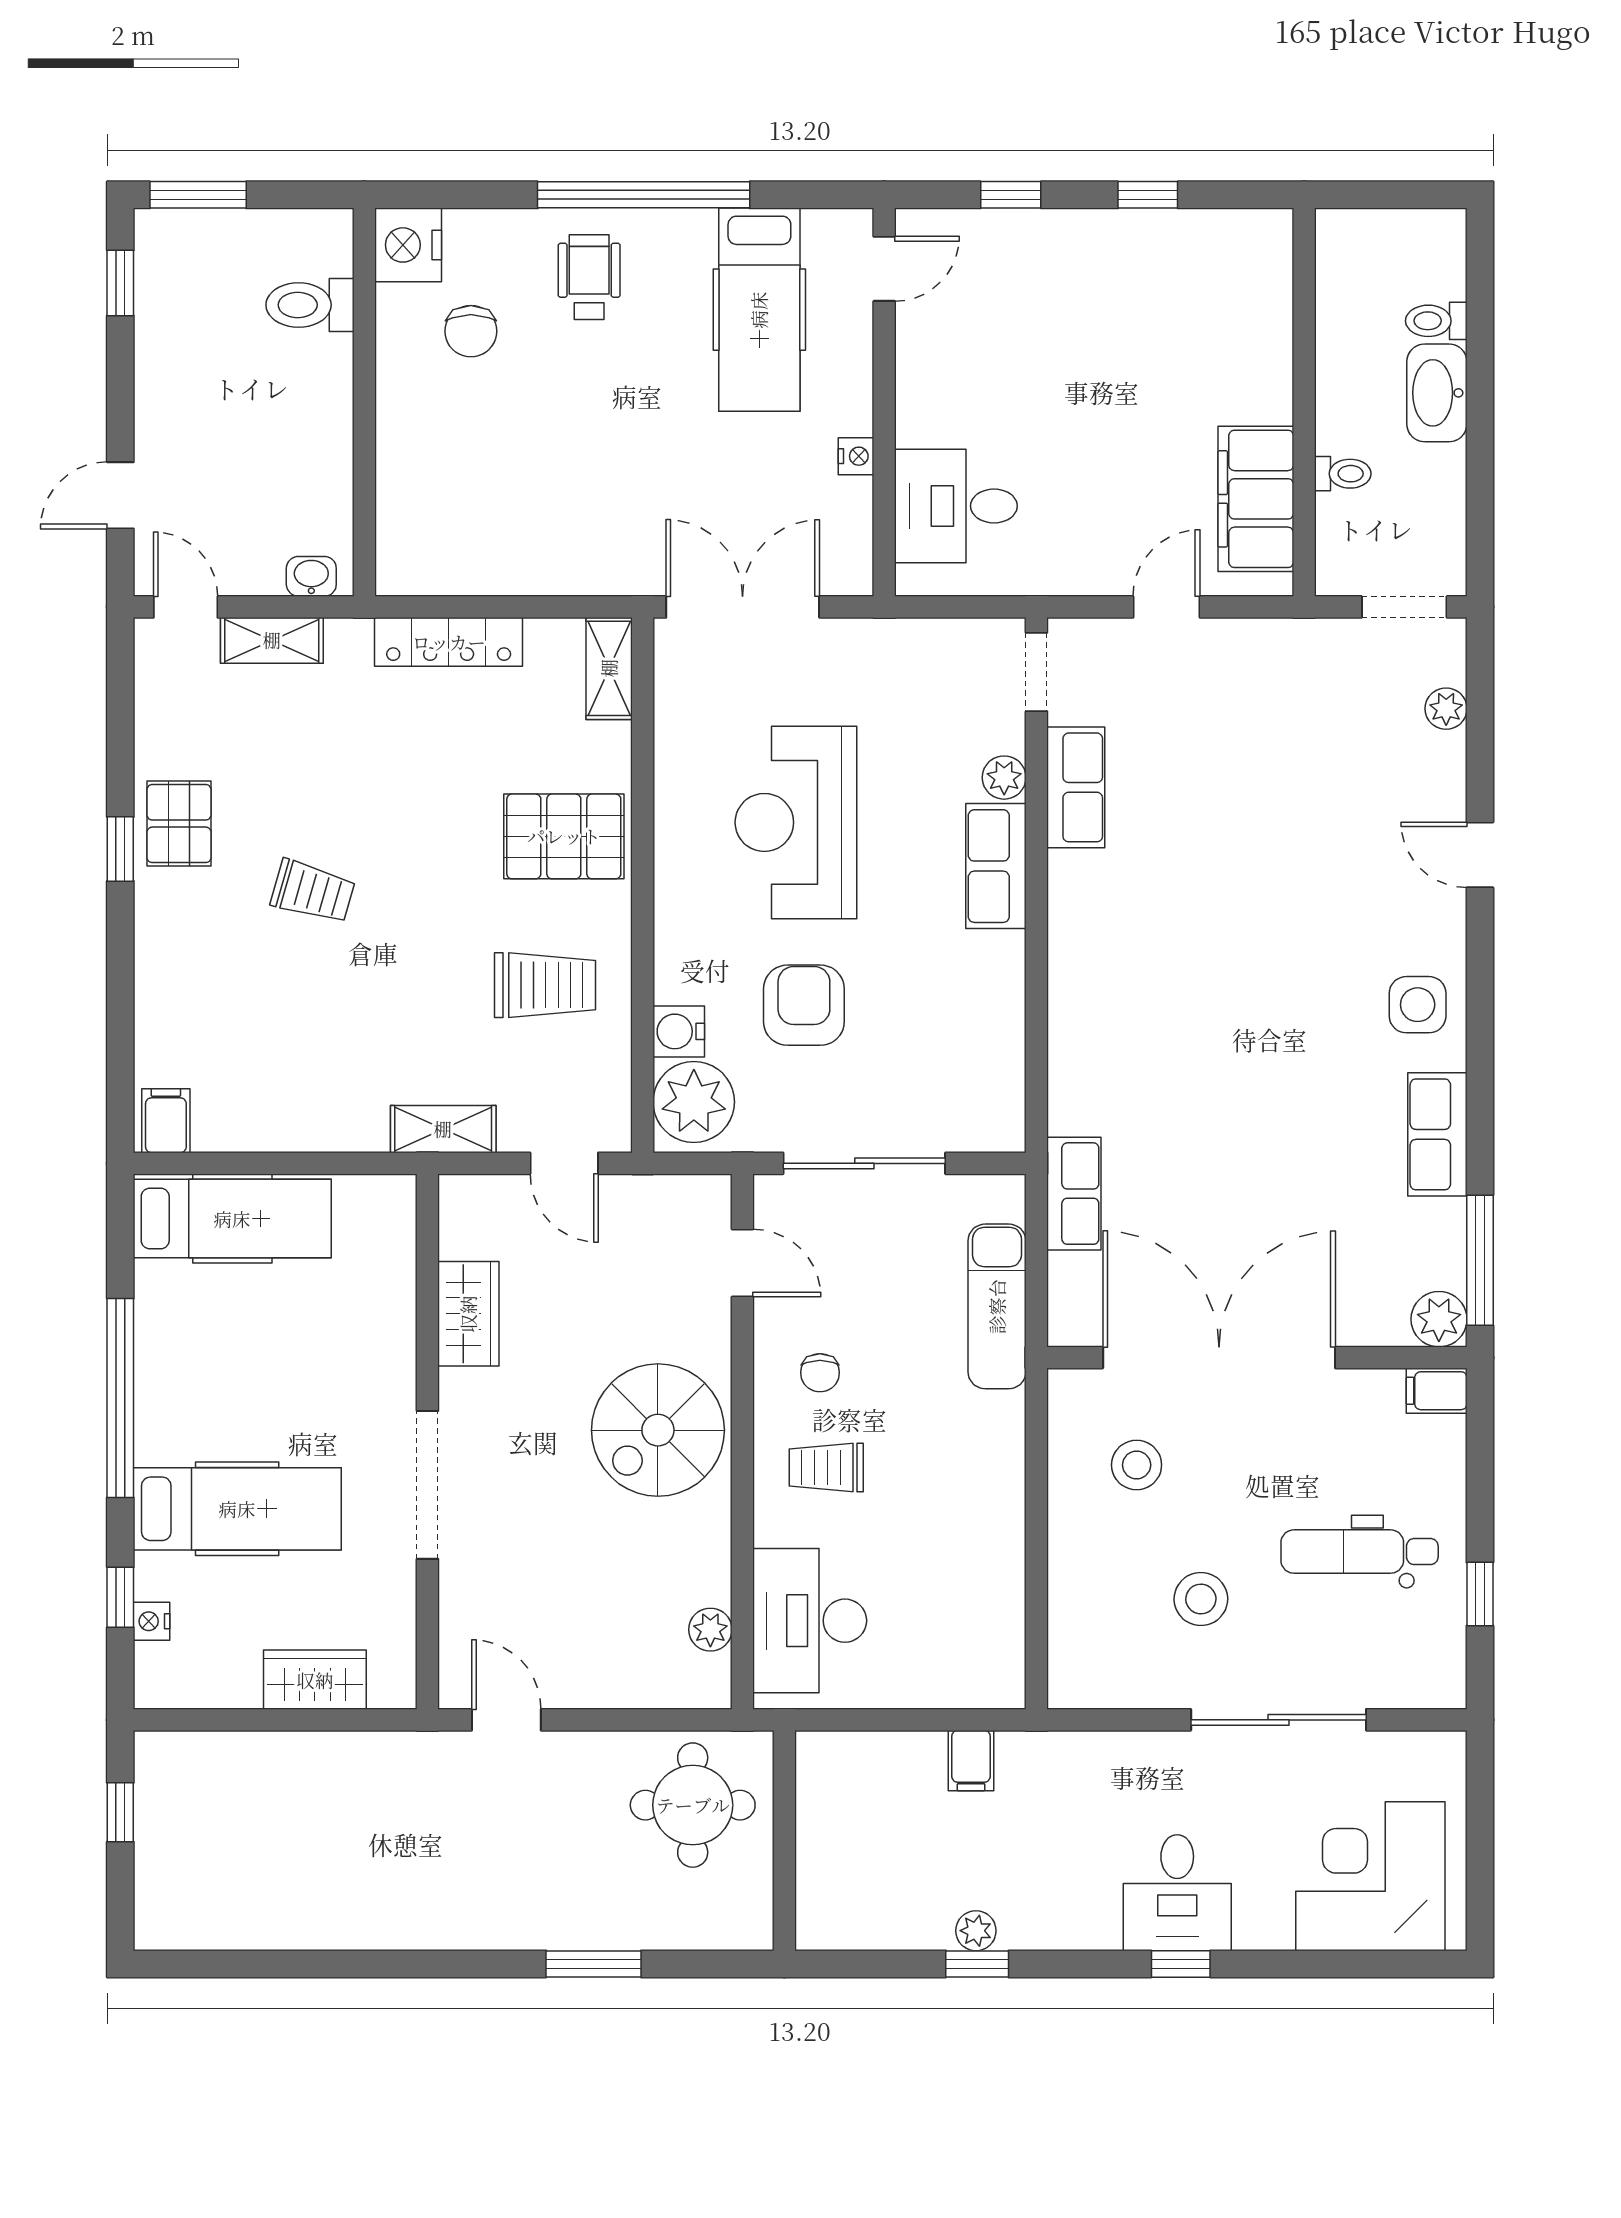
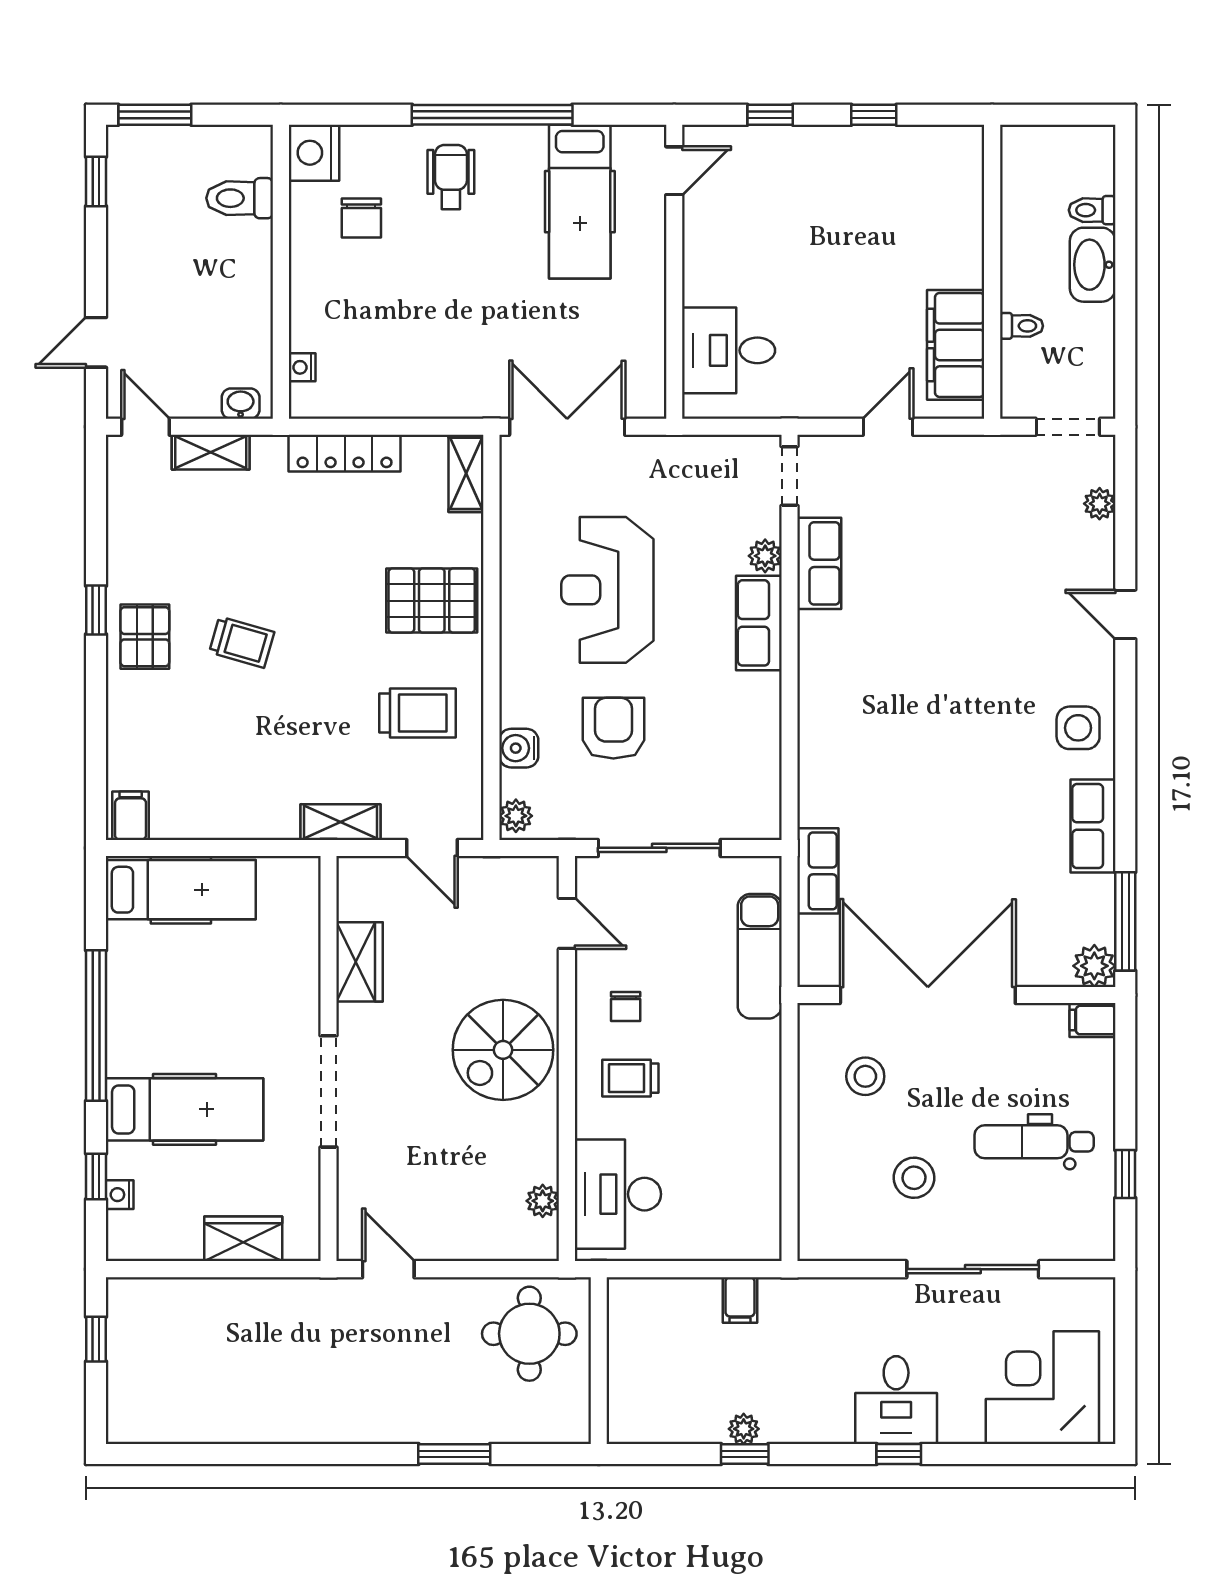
nightstand: (856, 456) -> (302, 367), moved, turned 180
pallet: (179, 824) -> (145, 637), moved
plant: (694, 1102) -> (516, 816), width x0.53, depth x0.53

